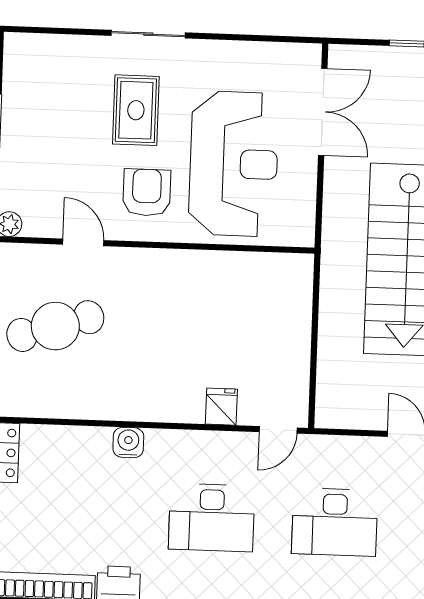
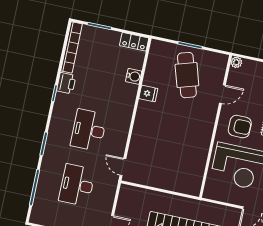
fridge: (221, 407) -> (148, 94), moved
water cooler: (128, 442) -> (134, 76), moved

